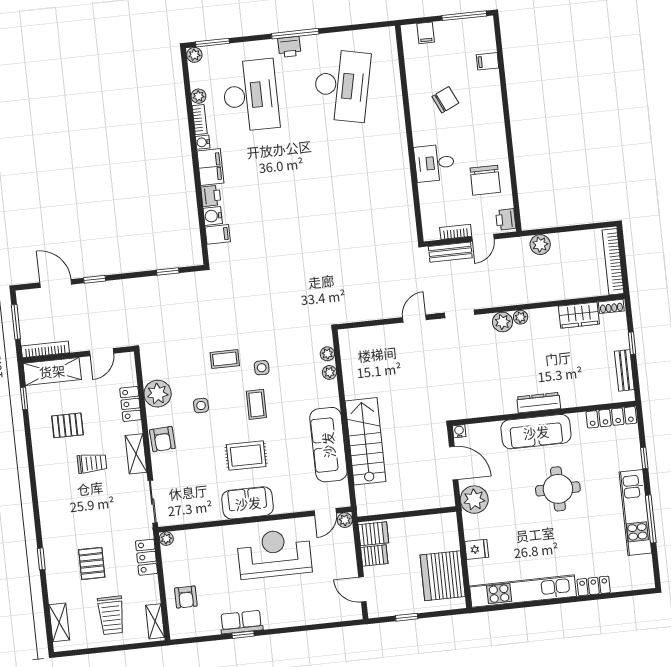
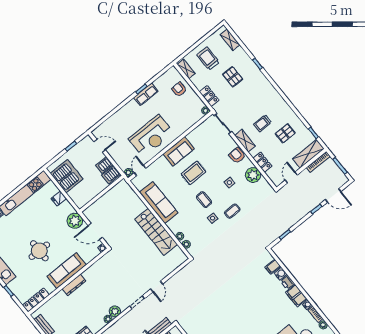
stairs: (365, 441) -> (156, 232), moved

